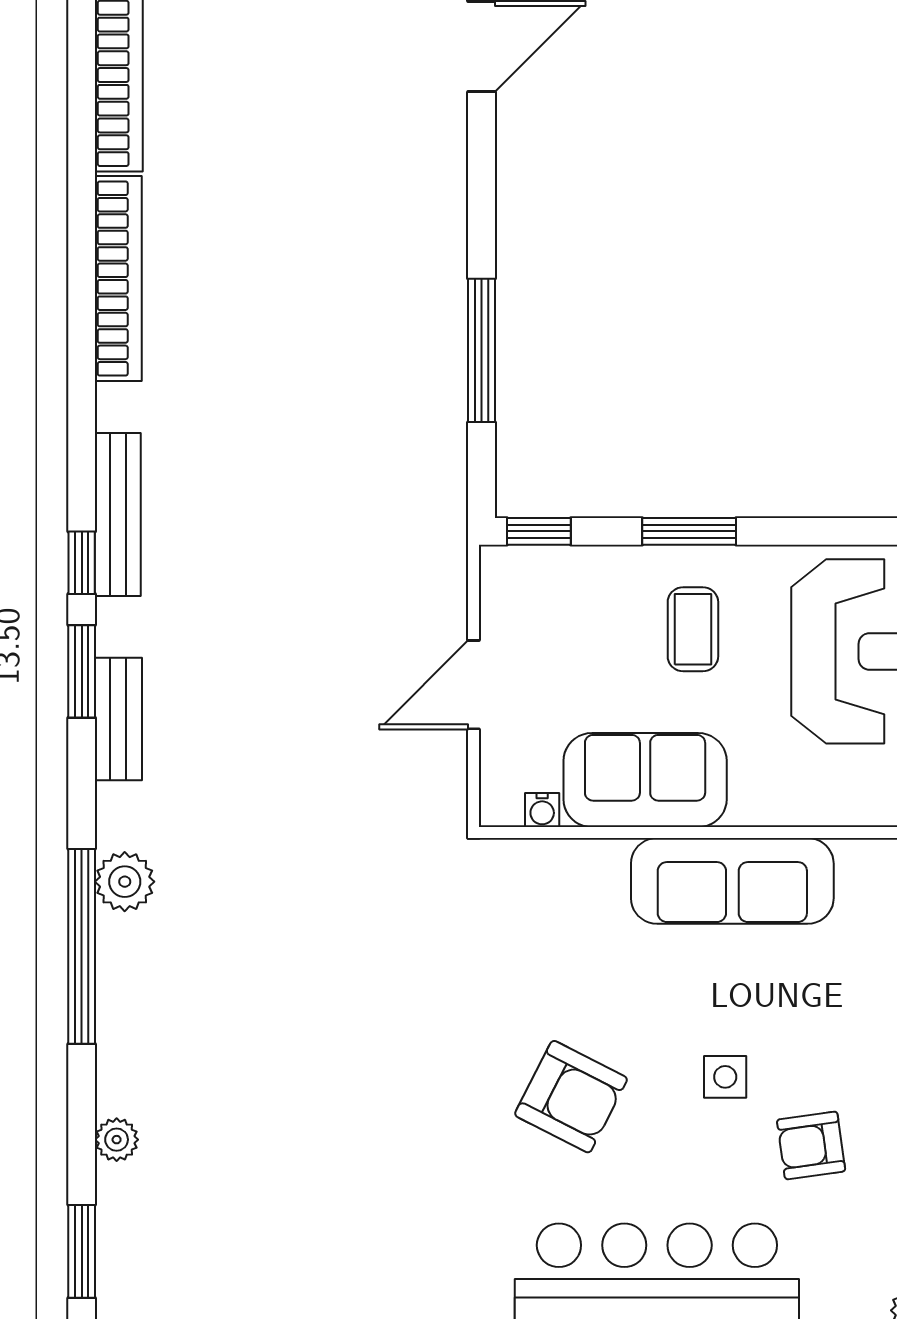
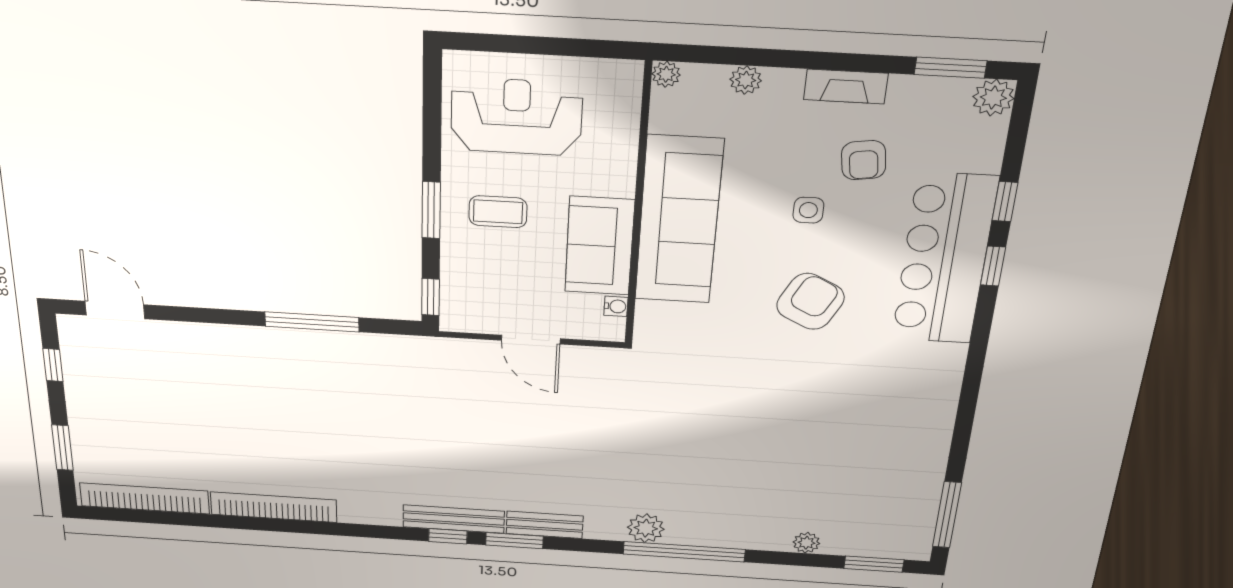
bench: (118, 514) -> (454, 519), moved
sofa: (732, 881) -> (679, 220), width x1.36, depth x1.27

